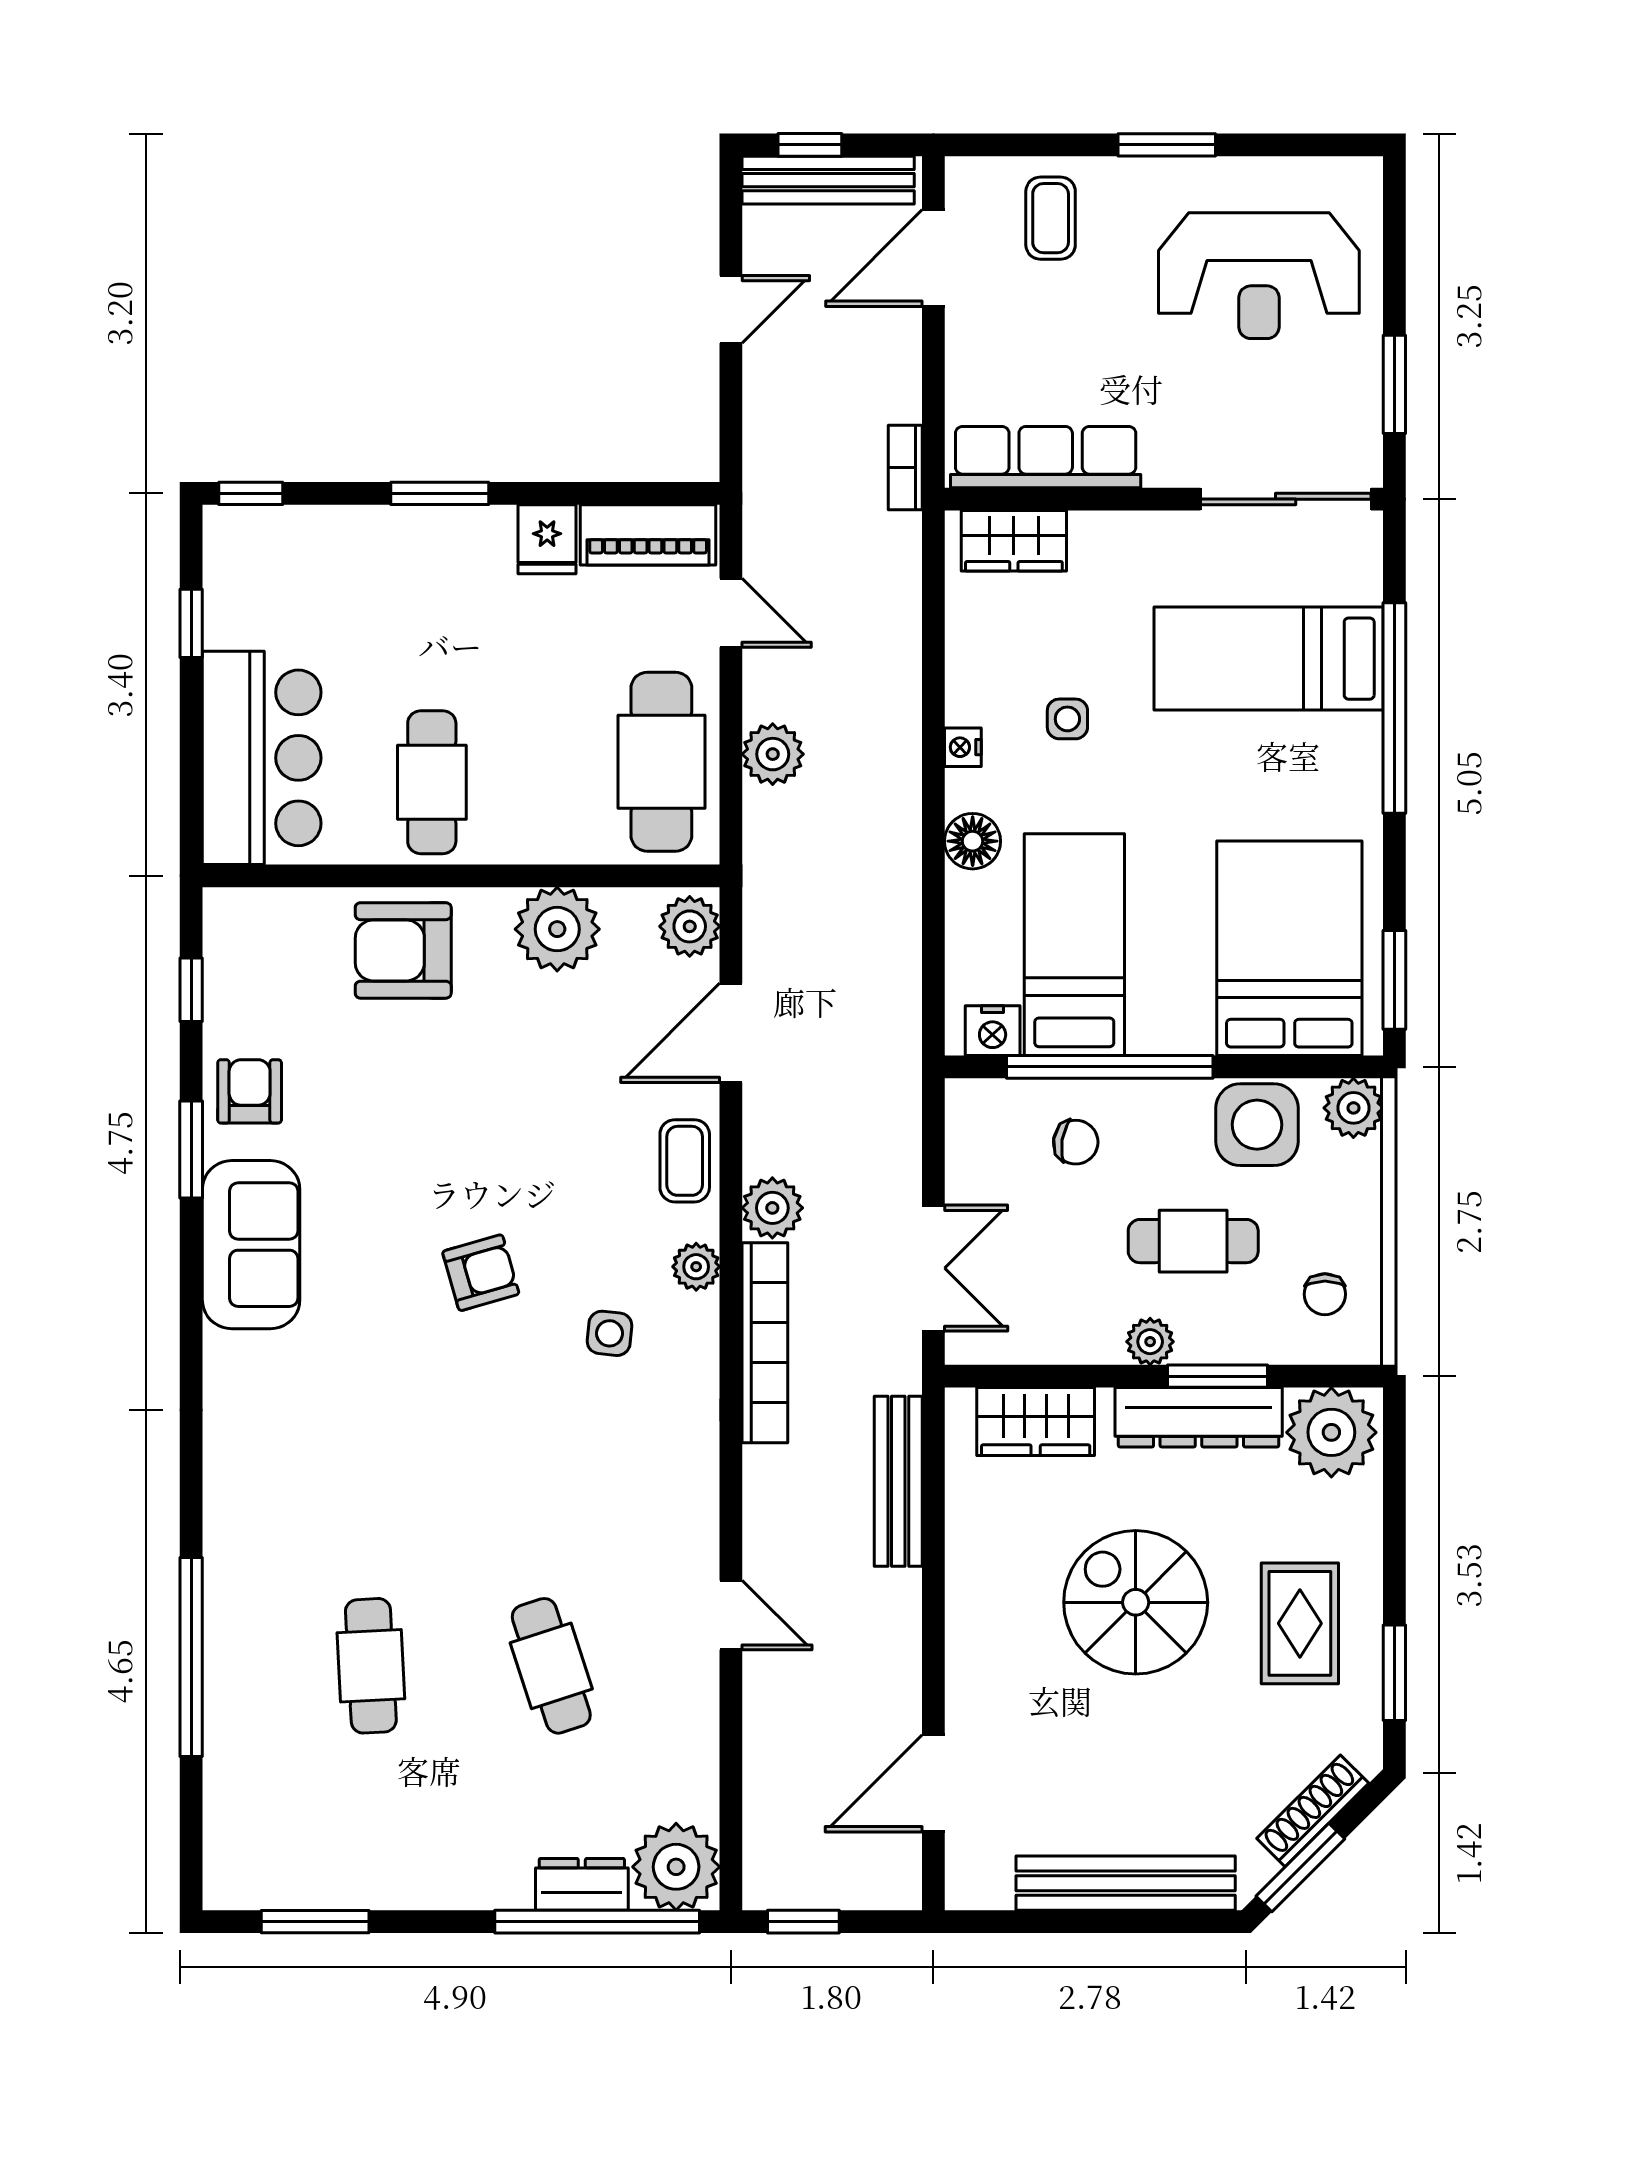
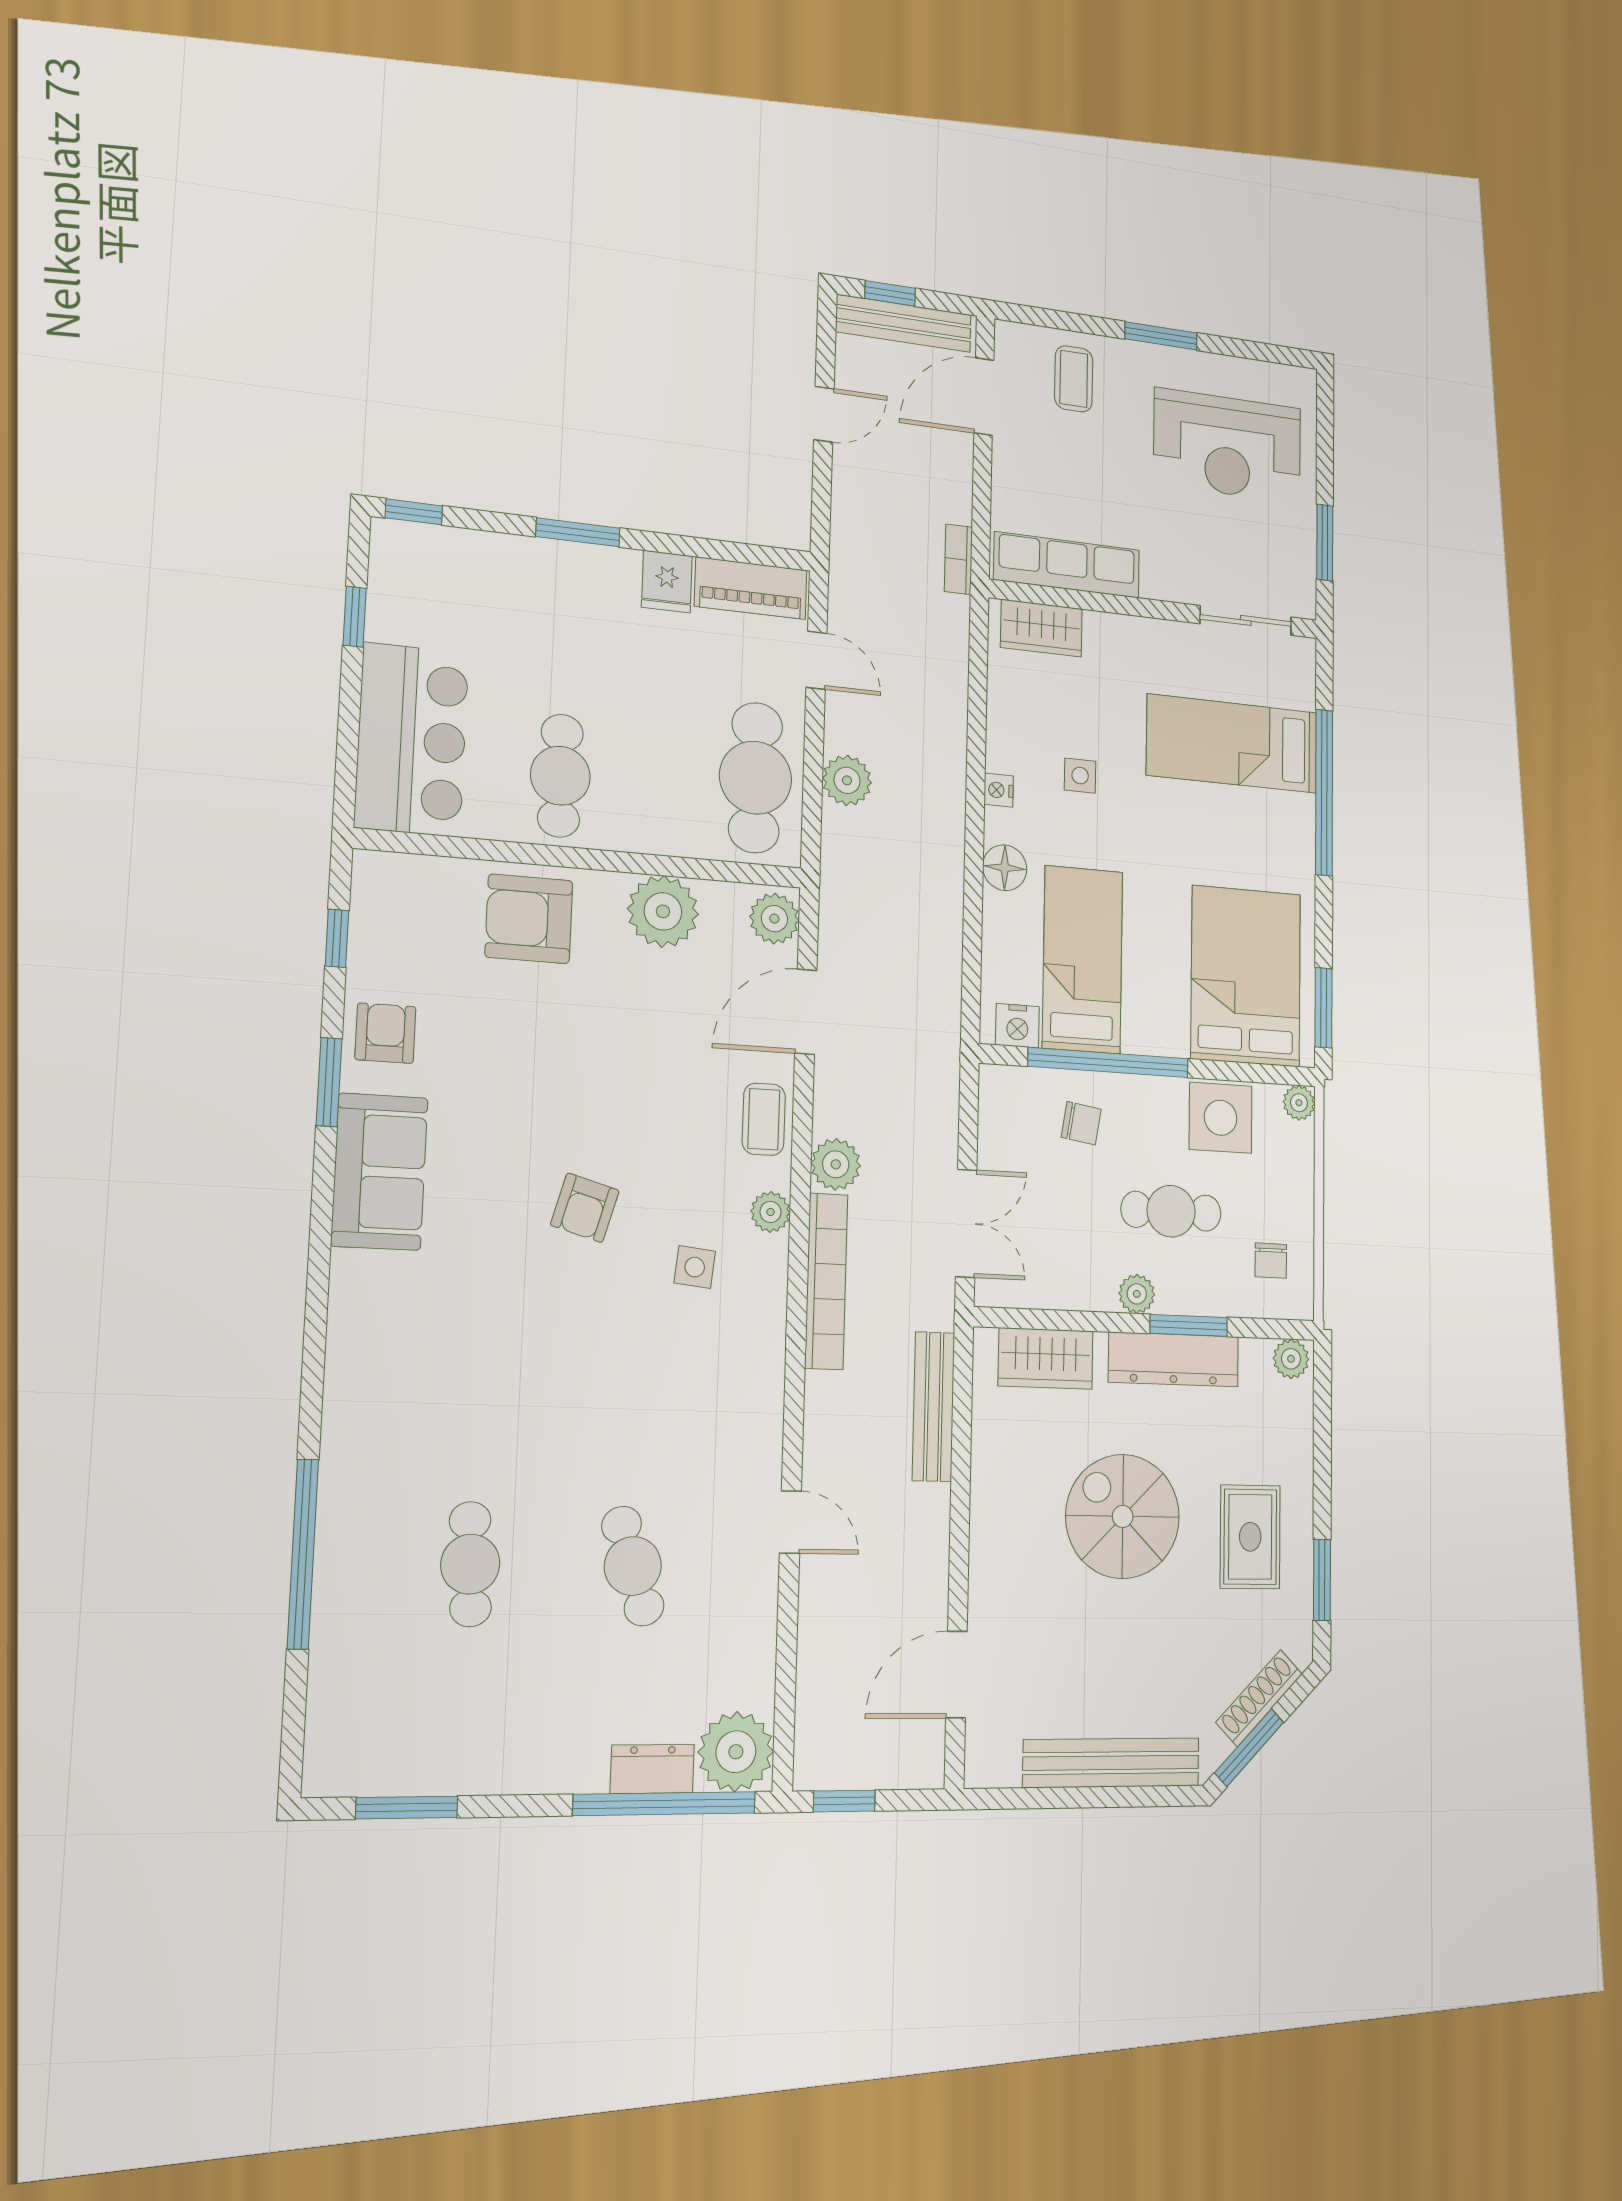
sliding door: (1286, 499) -> (1246, 620), width x0.73
plant: (1353, 1108) -> (1299, 1103), width x0.73, depth x0.73
armchair: (481, 1273) -> (585, 1208), turned 122
plant: (1331, 1432) -> (1291, 1359), width x0.53, depth x0.53

